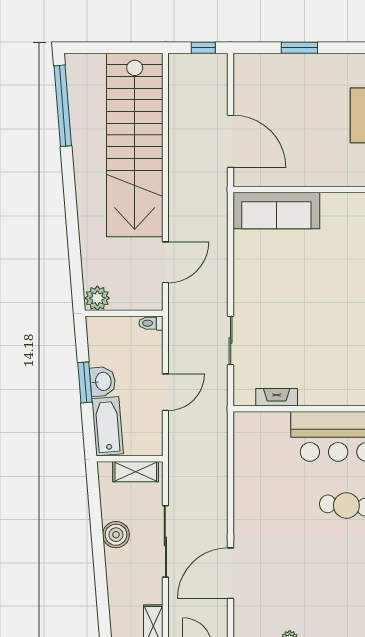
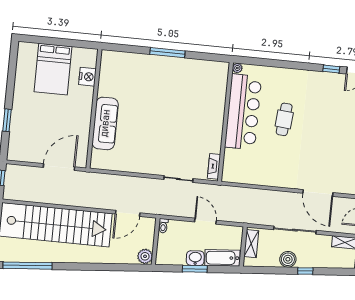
sofa: (276, 211) -> (105, 123), moved
door: (165, 262) -> (128, 213), swing flipped
fireplace: (277, 397) -> (214, 166), moved
window: (100, 565) -> (305, 271), added

